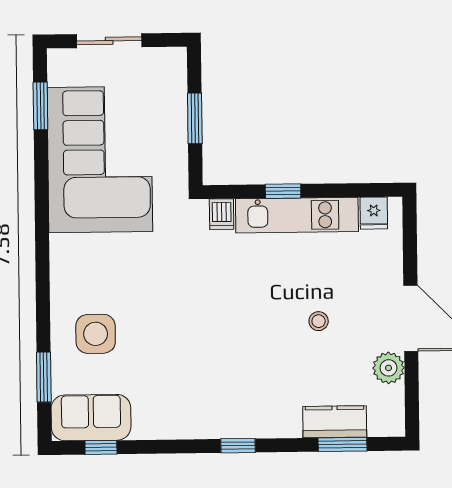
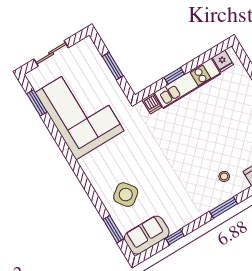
stool: (319, 321) -> (224, 176), moved
side table: (96, 334) -> (126, 195), turned -37
window: (238, 446) -> (223, 208), width x1.50
window: (101, 447) -> (175, 237), moved

